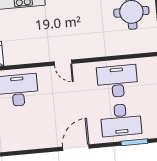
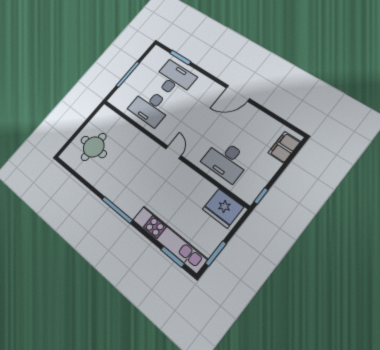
door: (76, 148) -> (238, 93), moved

